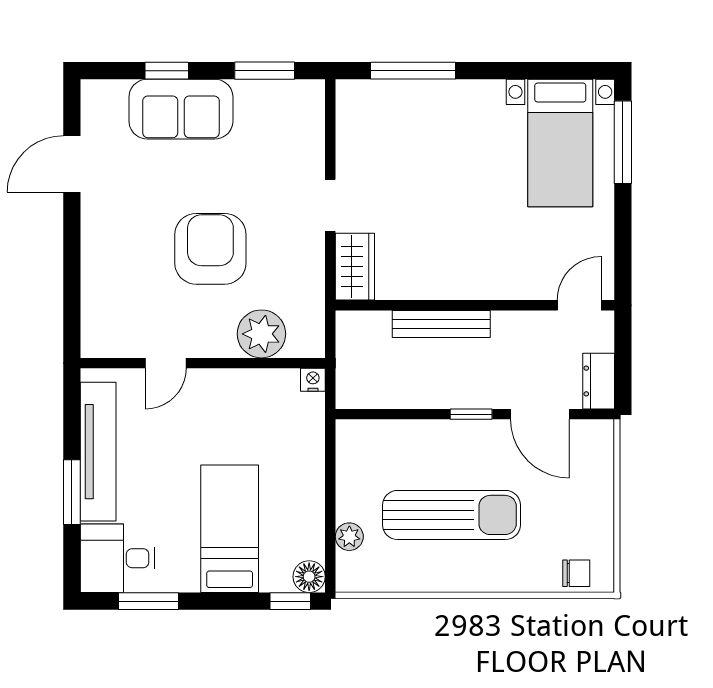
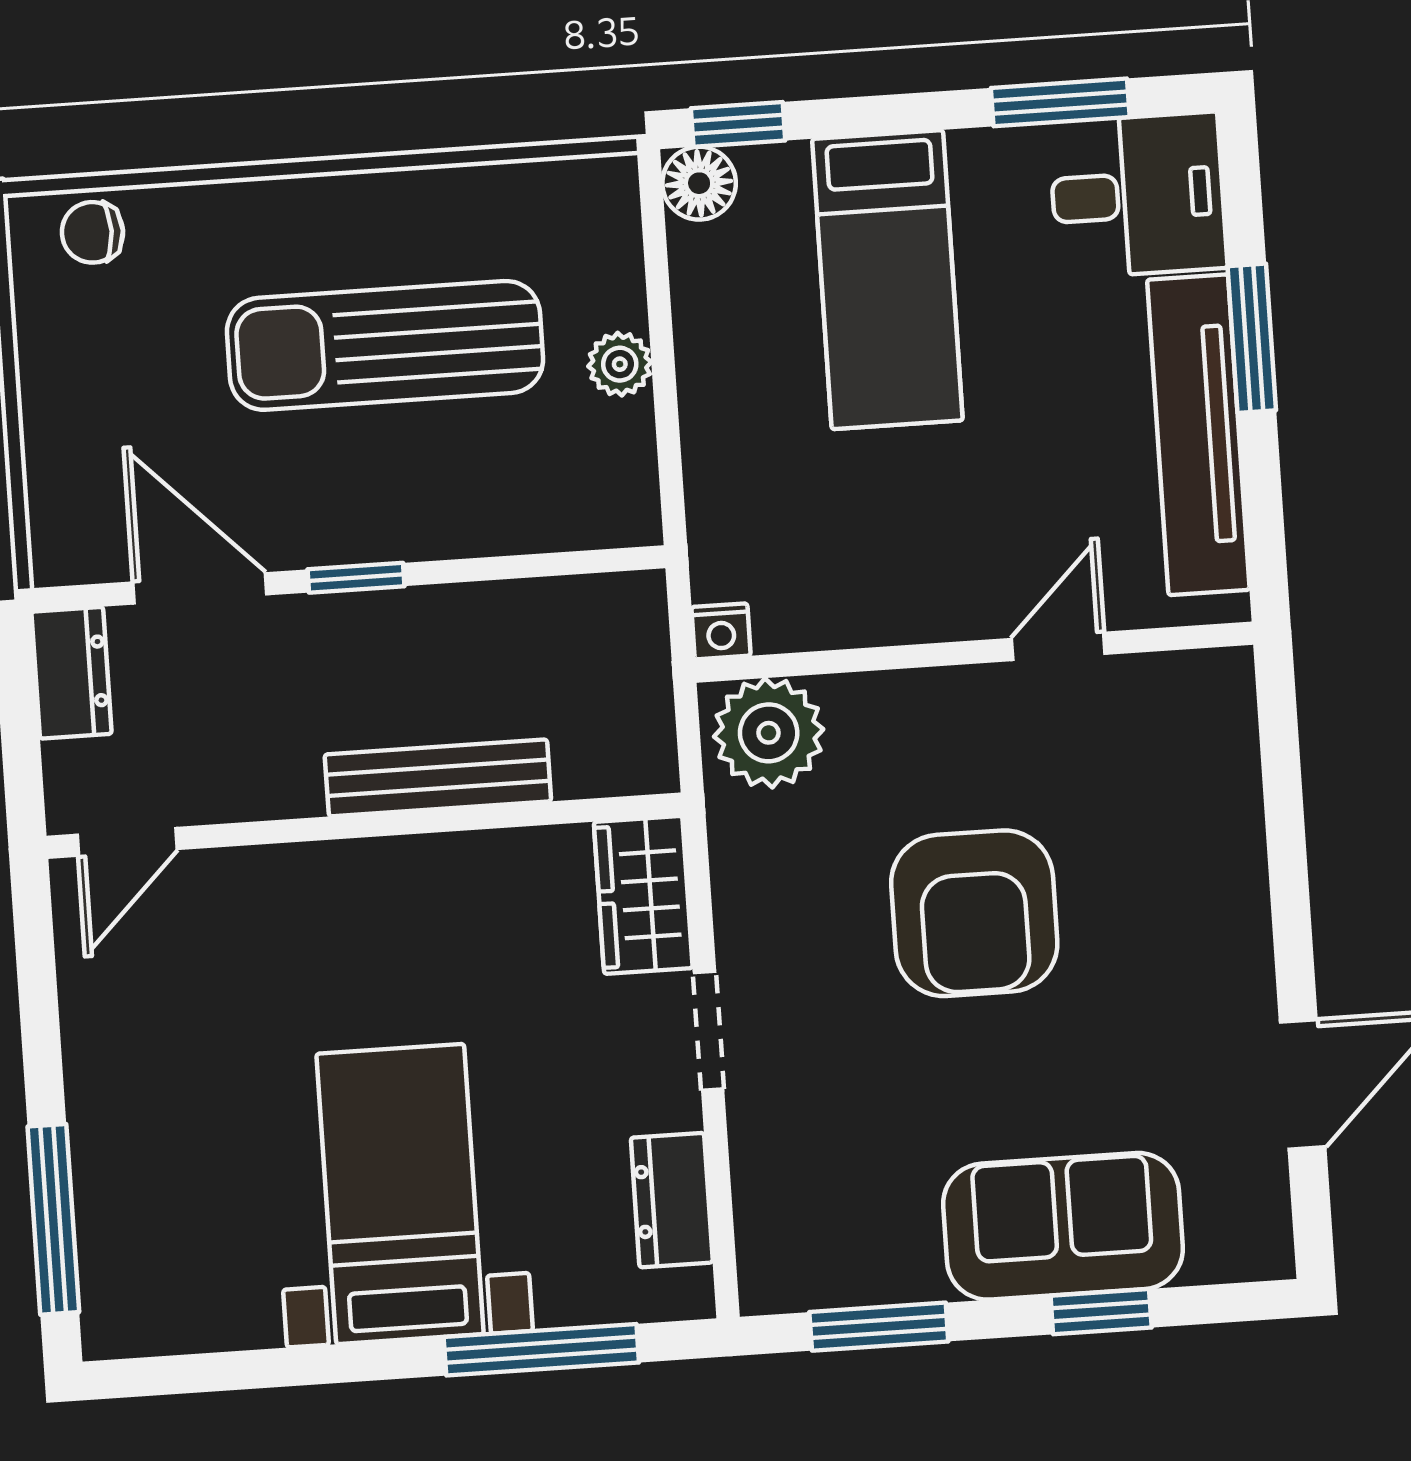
dresser: (351, 132) -> (672, 1200), added
bed with nightstands: (560, 143) -> (400, 1194), moved
plant: (261, 334) -> (769, 733), moved
plant: (349, 537) -> (620, 364), moved

